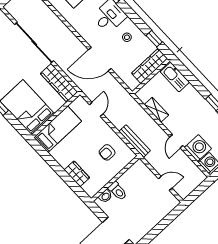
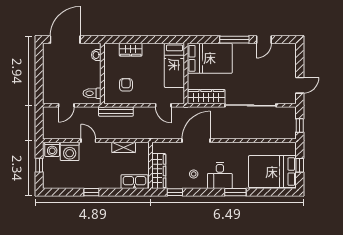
toilet: (118, 191) -> (92, 93), moved

